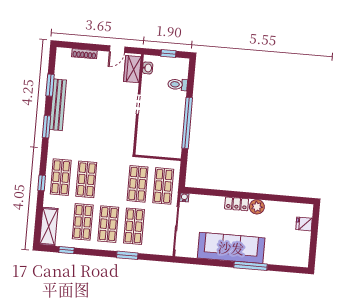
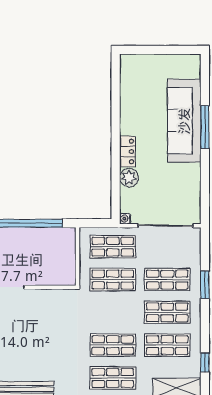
plant: (257, 207) -> (129, 178), moved
fridge: (304, 224) -> (146, 64), removed
sofa: (231, 248) -> (184, 121), moved

